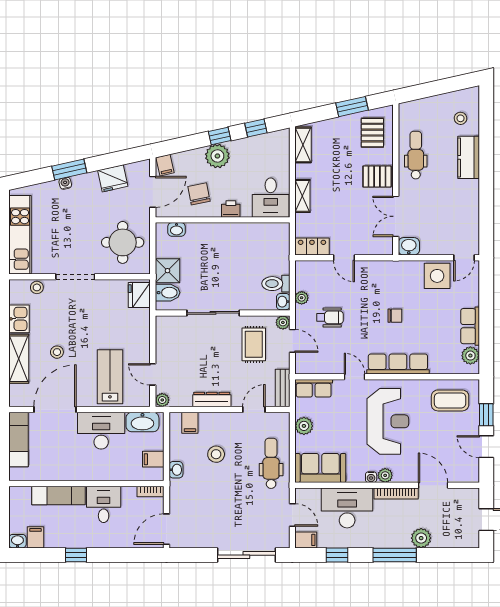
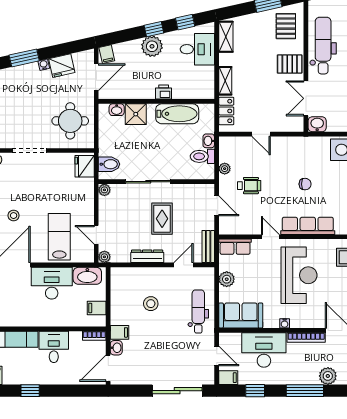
dental chair: (416, 155) -> (323, 46), width x1.36, depth x1.38
water cooler: (65, 183) -> (44, 65), moved
chair: (199, 194) -> (136, 79), removed
desk: (271, 198) -> (197, 49), moved, turned -90
bathtub: (247, 234) -> (177, 114), added
locker: (312, 247) -> (226, 111), moved, turned 90
shower: (167, 271) -> (136, 114), moved
washbasin: (283, 302) -> (209, 141), moved
plant: (283, 322) -> (104, 190), moved
rug: (254, 344) -> (162, 219), moved
filing cabinet: (190, 423) -> (120, 332), moved, turned -90
washbasin: (176, 470) -> (116, 348), moved
plant: (385, 475) -> (297, 322), removed

